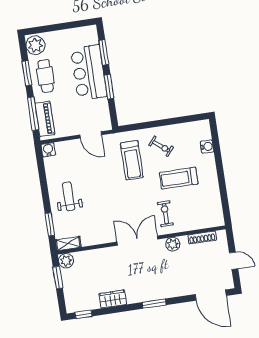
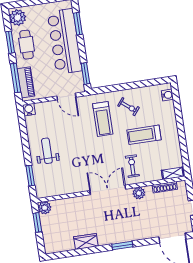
bar counter: (89, 72) -> (65, 41), width x1.36
window: (109, 87) -> (85, 74), moved
water cooler: (207, 147) -> (167, 95), moved
shelving: (68, 244) -> (173, 173), moved
window: (84, 314) -> (60, 255), removed

